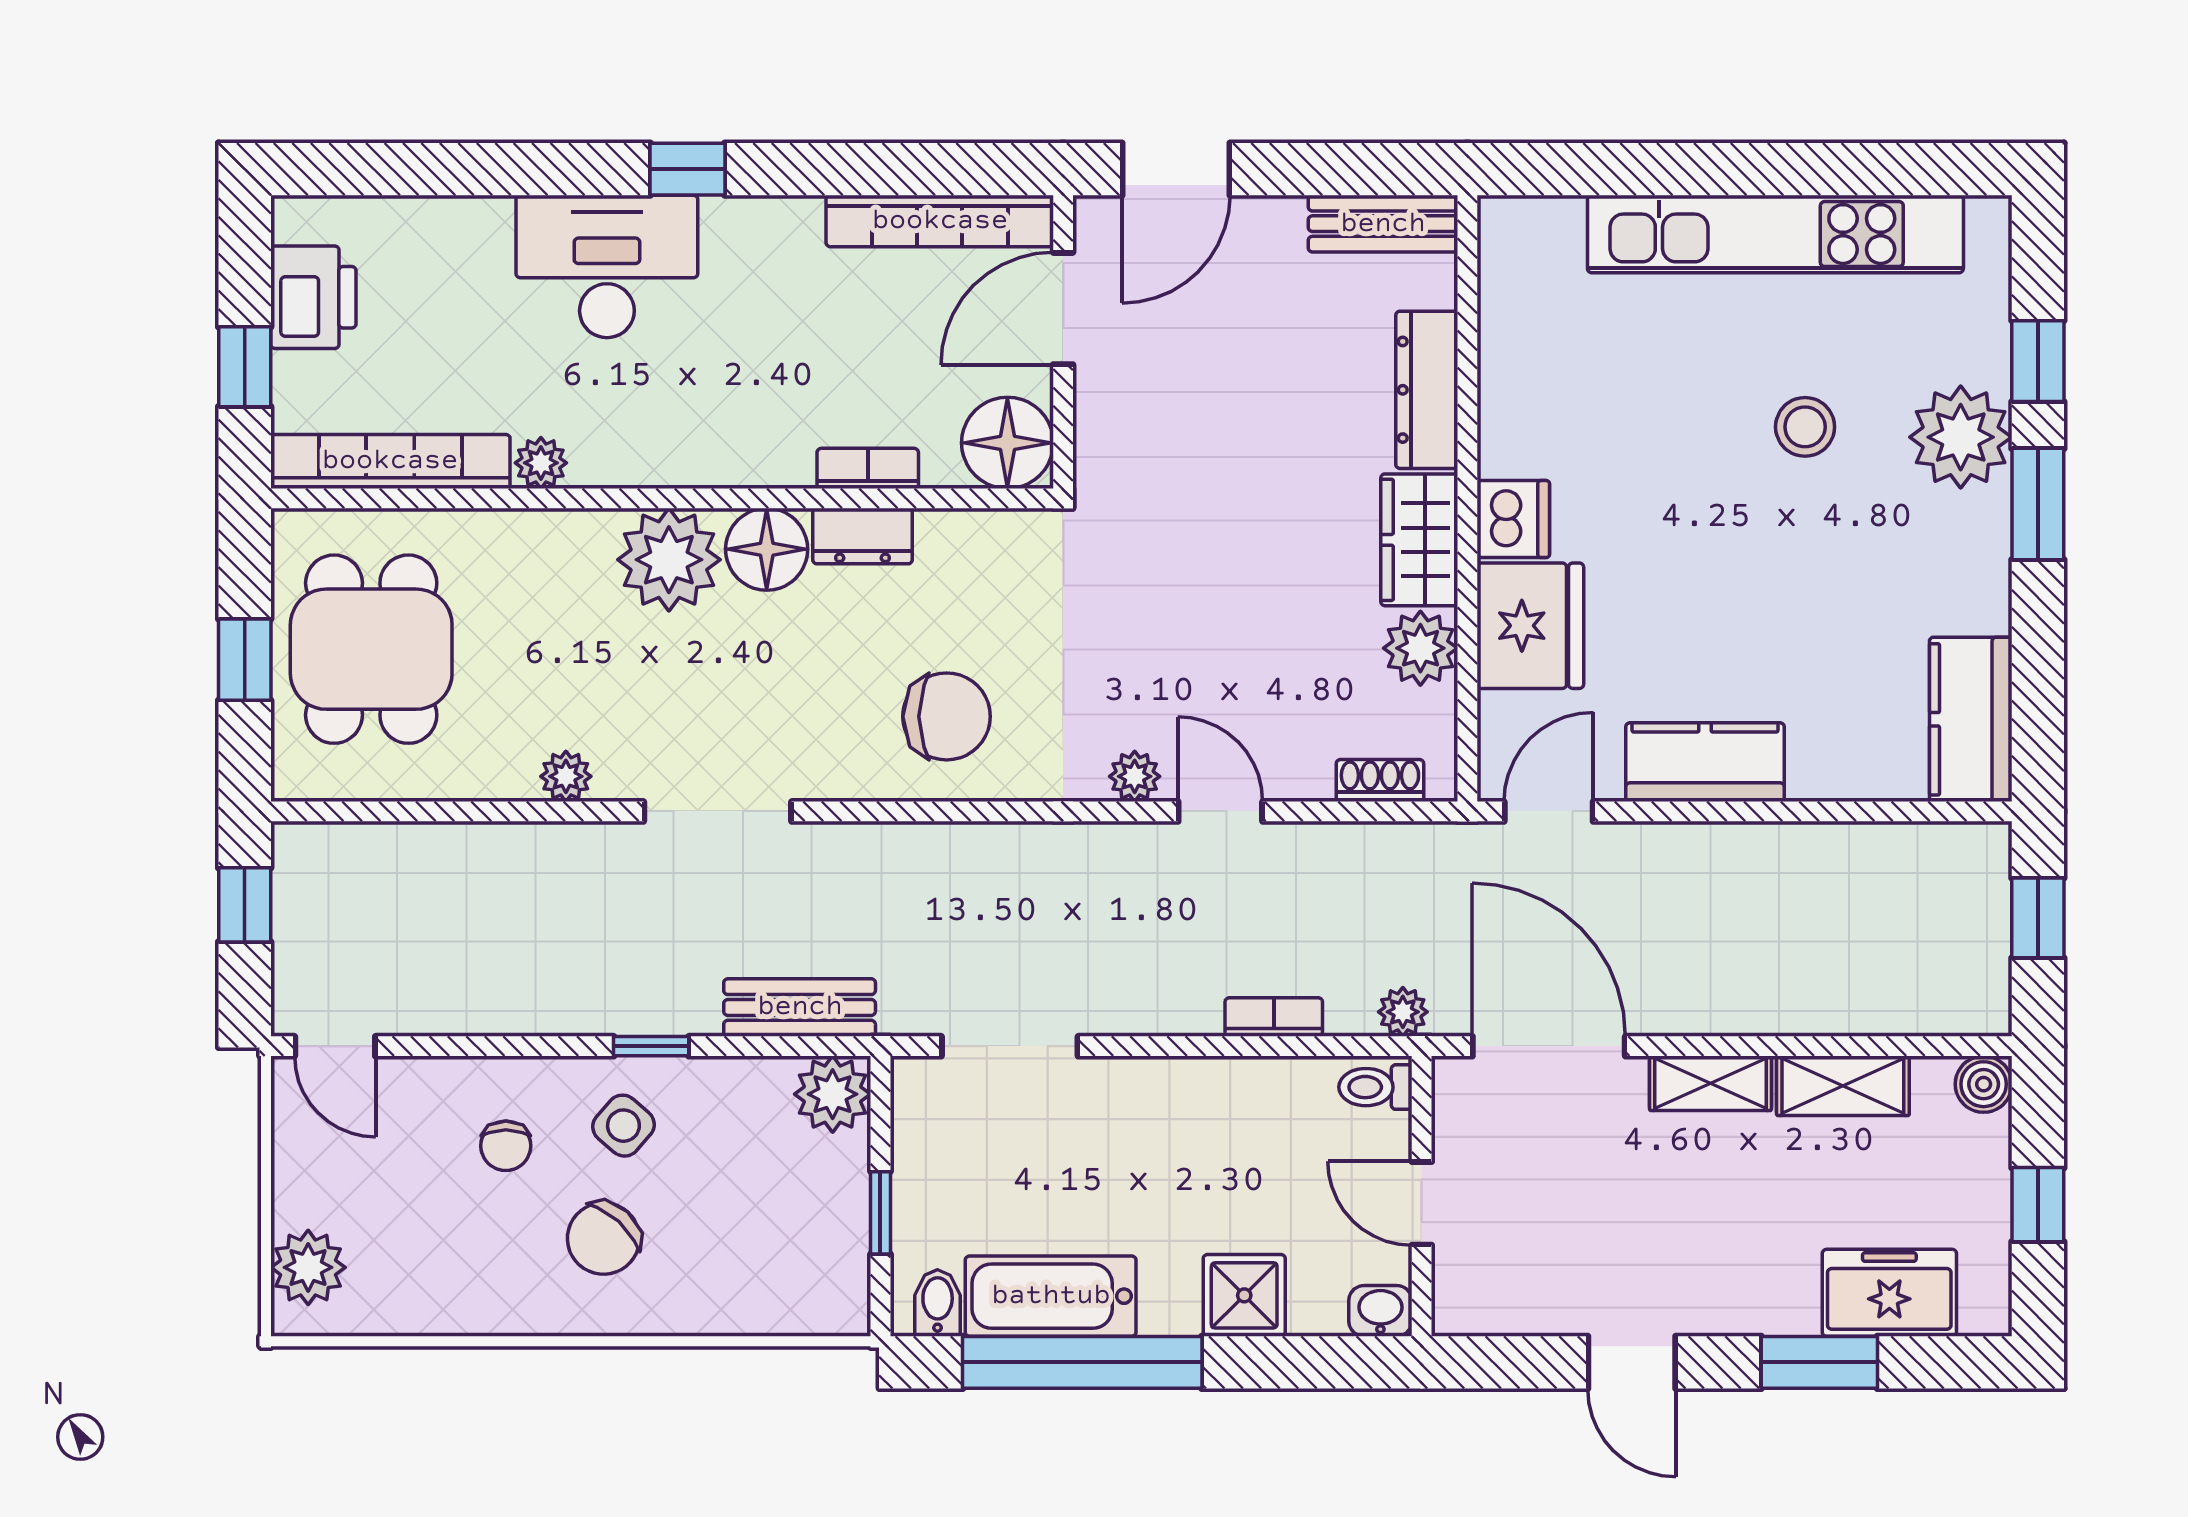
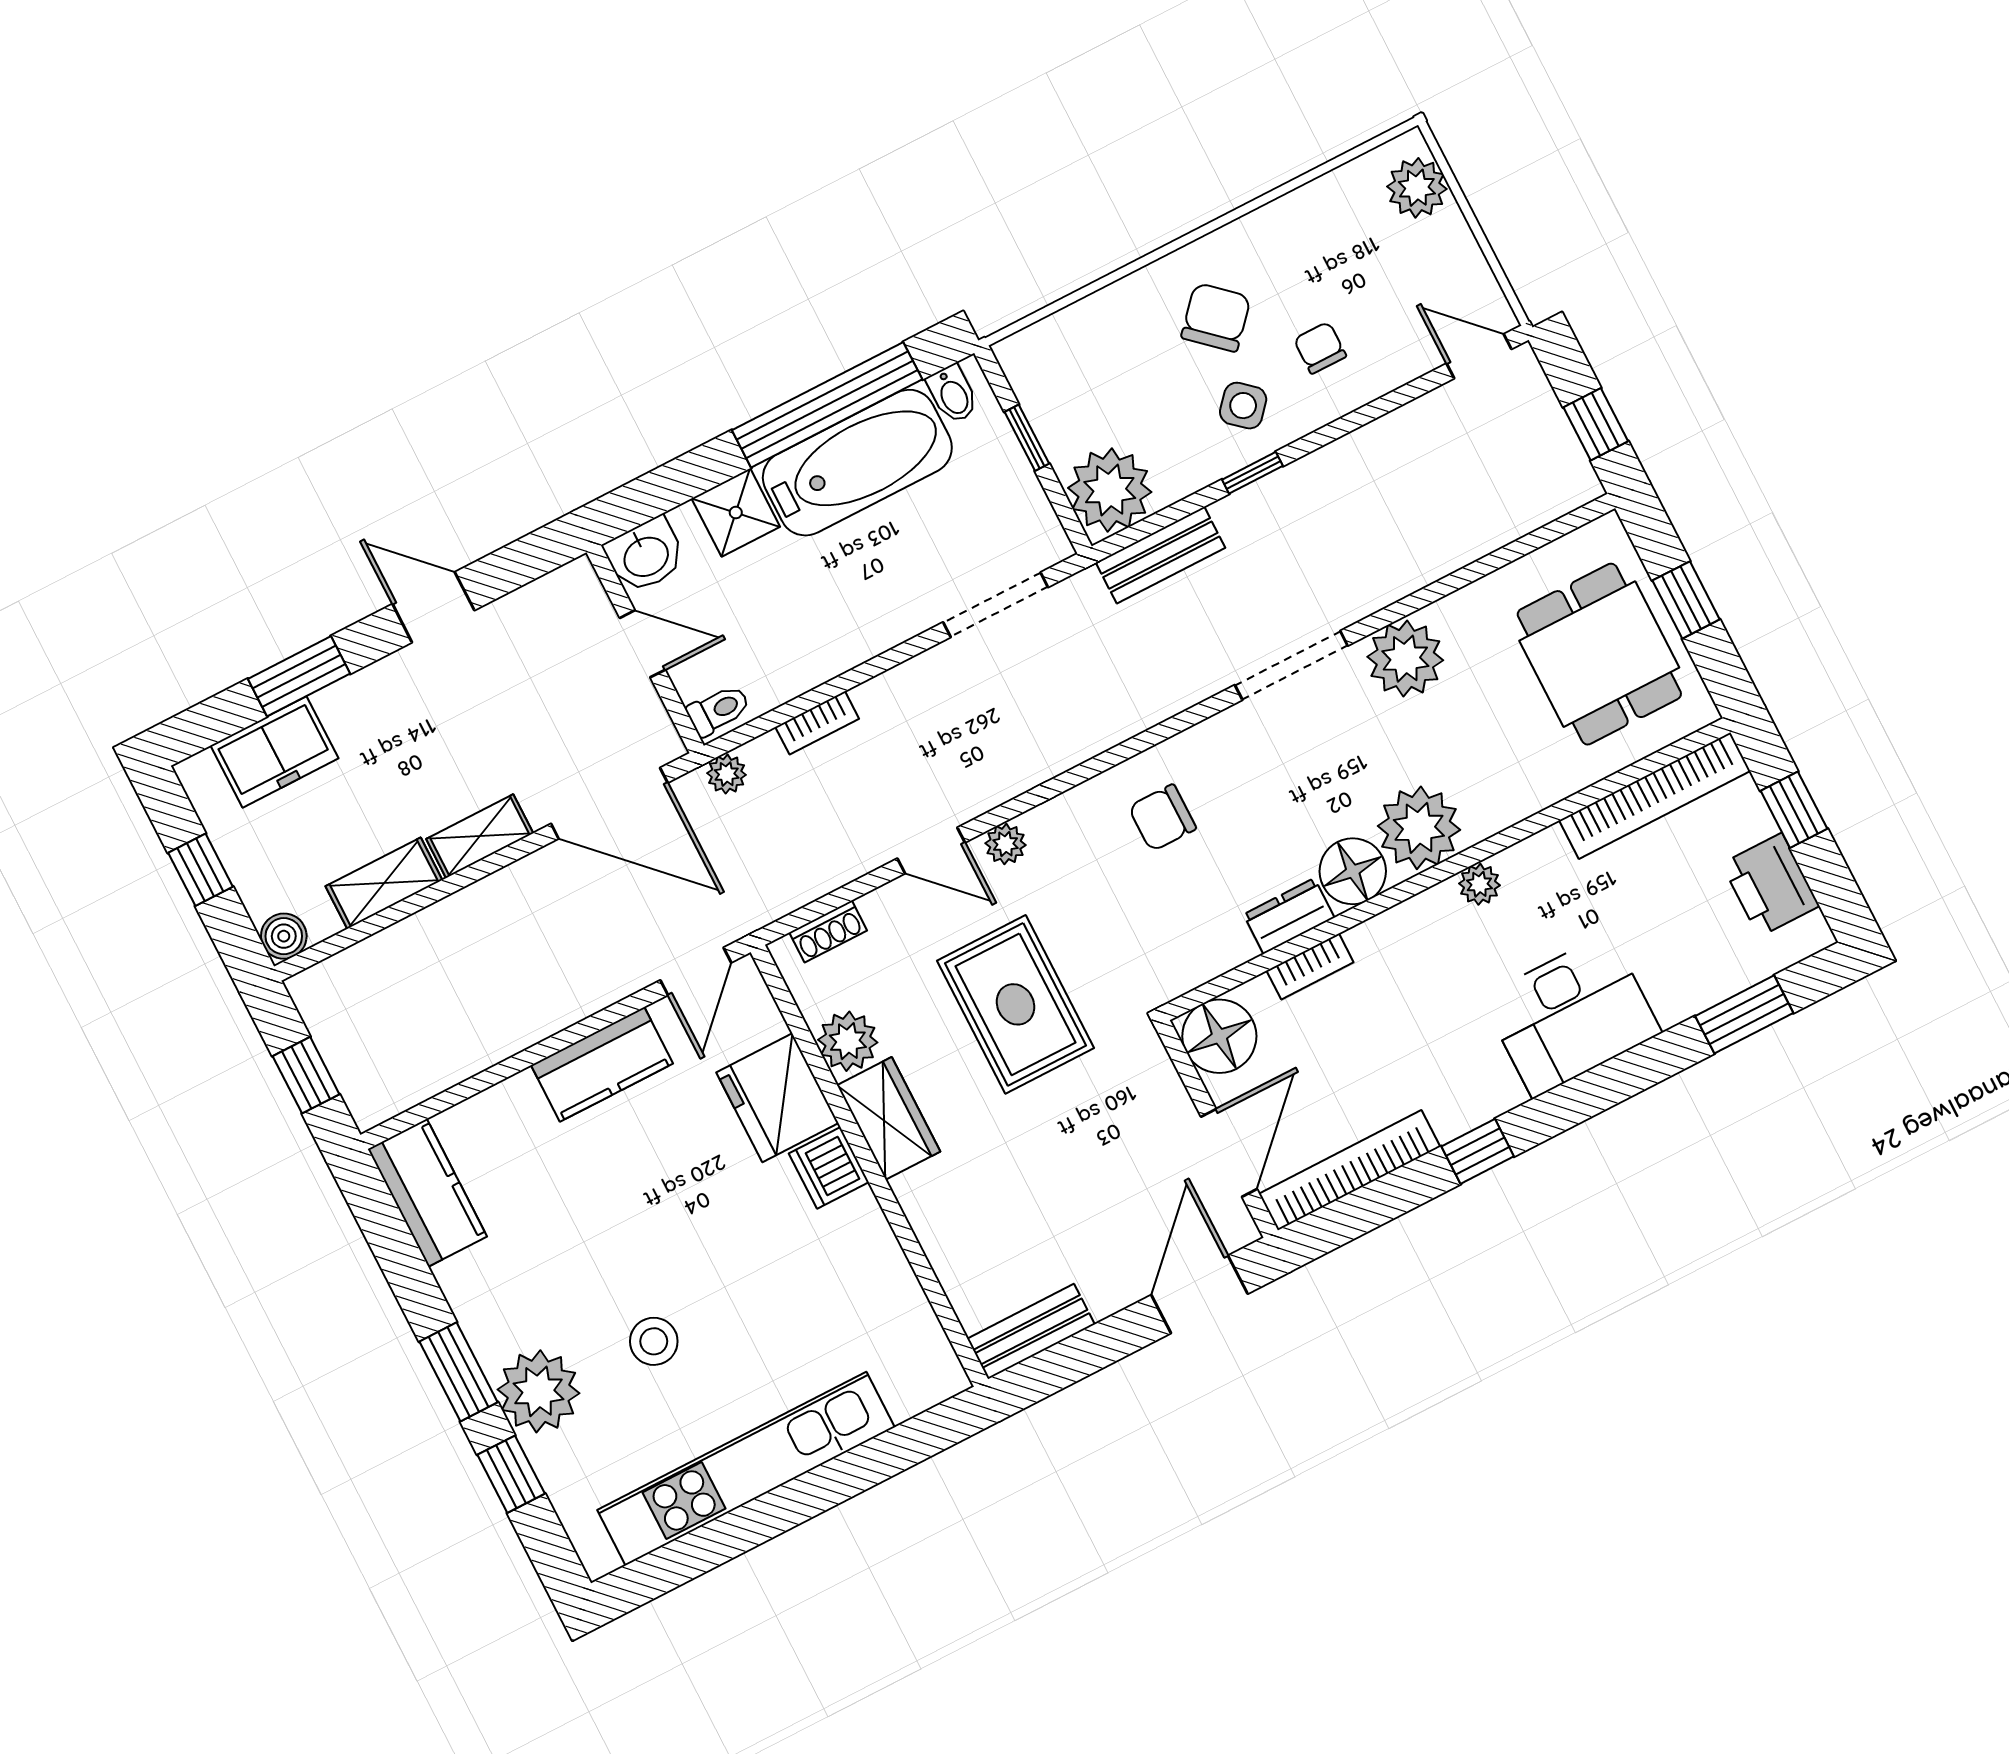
window: (416, 169) -> (1744, 1014), added
window: (687, 169) -> (1478, 1151), moved
dresser: (1427, 390) -> (938, 1229), removed
plant: (541, 463) -> (1479, 884), moved
rug: (1214, 594) -> (1016, 1004), added
chair: (947, 716) -> (1162, 818), width x0.73, depth x0.73
plant: (566, 776) -> (1405, 659), width x1.88, depth x1.88
plant: (833, 1094) -> (1110, 490), width x1.36, depth x1.36
bathtub: (1051, 1296) -> (857, 463), width x1.36, depth x1.36
washbasin: (1380, 1311) -> (645, 555), width x1.38, depth x1.45

